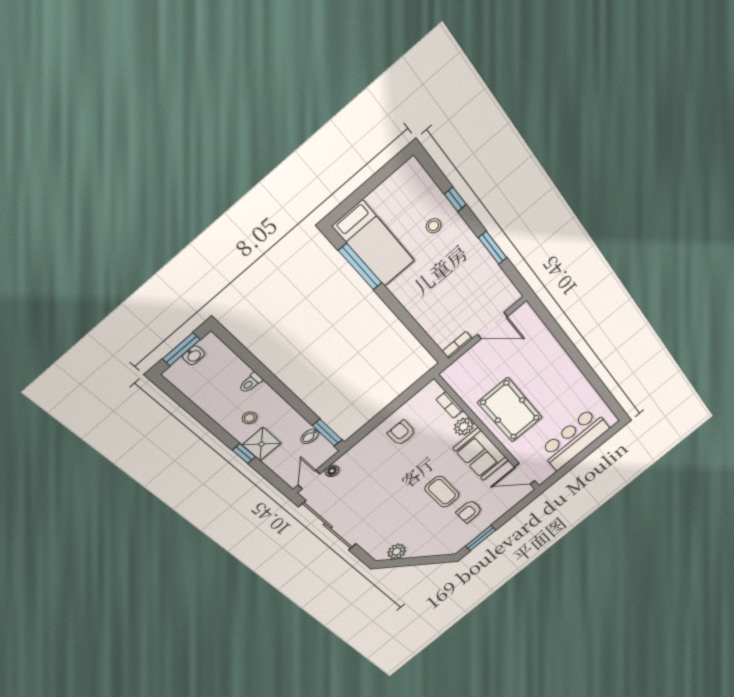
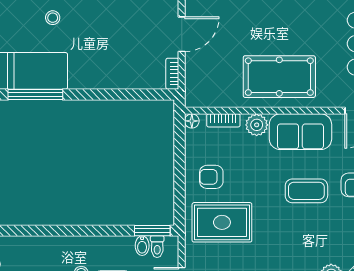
toilet: (250, 383) -> (157, 247), moved
rug: (374, 466) -> (222, 222), added
floor lamp: (332, 471) -> (192, 121), moved

